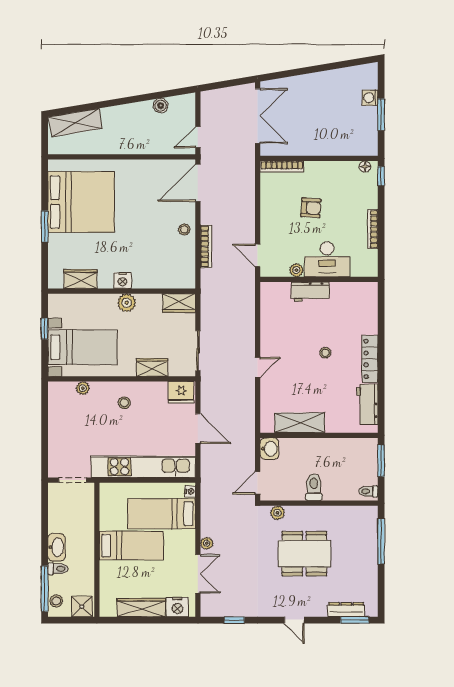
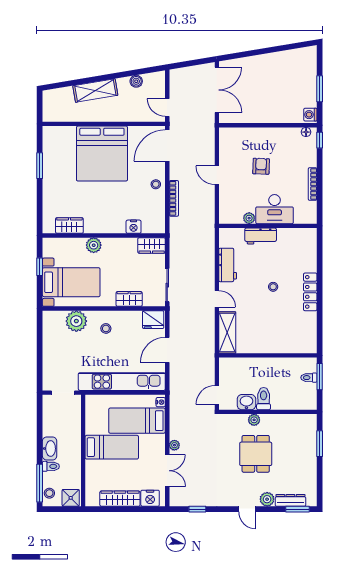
washing machine: (370, 98) -> (310, 115), moved
shelving: (75, 123) -> (95, 91), moved
door: (198, 137) -> (167, 107), hinge flipped
bookcase: (282, 167) -> (237, 132), removed
bed: (81, 202) -> (102, 154), moved, turned 90
armchair: (311, 208) -> (261, 166), turned -92
window: (45, 226) -> (40, 166), moved
door: (258, 255) -> (217, 175), moved
nightstand: (123, 280) -> (134, 227), moved
plant: (127, 303) -> (94, 245), moved
door: (258, 367) -> (217, 299), hinge flipped
plant: (83, 388) -> (76, 321), width x1.88, depth x1.88
workbench: (367, 404) -> (228, 265), moved, turned 180
shelving: (300, 423) -> (227, 333), moved, turned 90
door: (198, 429) -> (167, 350), swing flipped
washbasin: (269, 449) -> (246, 402), moved, turned -90
toilet: (368, 491) -> (309, 378), moved
plant: (277, 513) -> (254, 420), moved
window: (381, 541) -> (320, 444), width x0.69
dining table: (304, 554) -> (256, 454), width x0.73
plant: (318, 608) -> (267, 499), added

